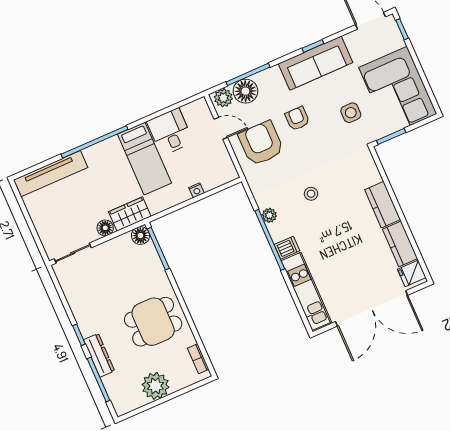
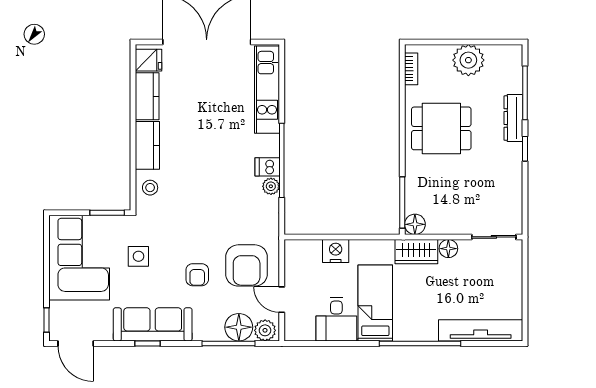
nightstand: (197, 190) -> (336, 251), width x1.89, depth x1.79
stool: (311, 194) -> (150, 188), moved
dishwasher: (287, 248) -> (267, 167), moved

